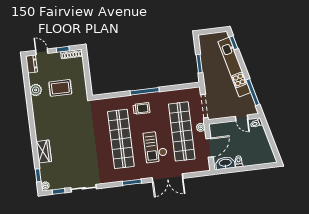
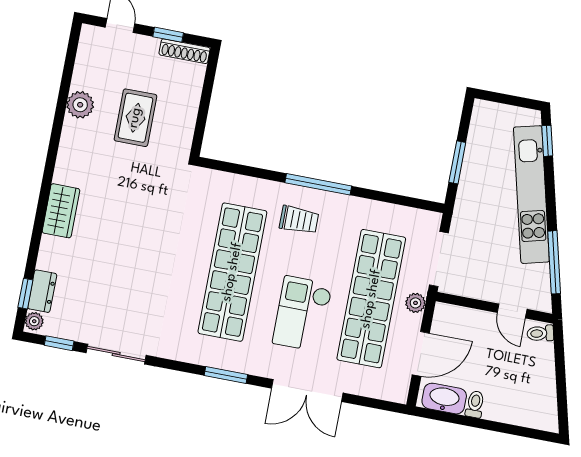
dresser: (31, 64) -> (42, 291), moved
rug: (60, 88) -> (135, 118), turned 90
wardrobe: (44, 152) -> (61, 211), moved

